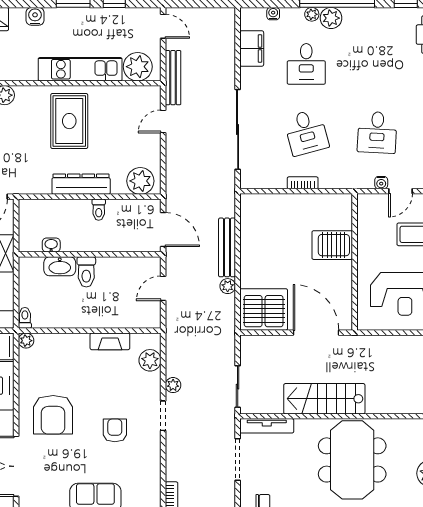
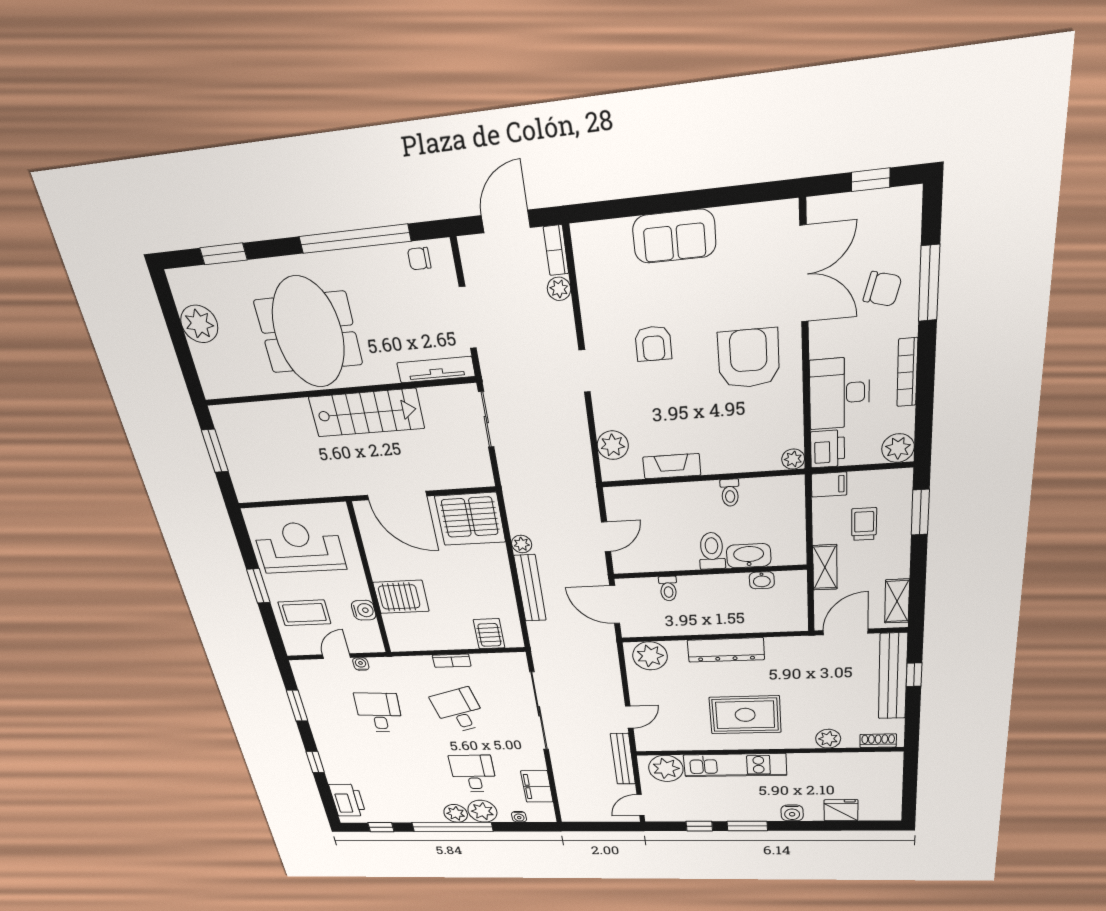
plant: (312, 14) -> (482, 811), width x1.88, depth x1.88
door: (163, 26) -> (641, 805), hinge flipped
rug: (69, 121) -> (745, 715), turned 90
server rack: (267, 207) -> (489, 634), added
toilet: (99, 210) -> (668, 589), moved, turned 180
water cooler: (366, 234) -> (364, 610), added
toilet: (25, 318) -> (730, 493), moved
plant: (173, 385) -> (559, 289), moved

